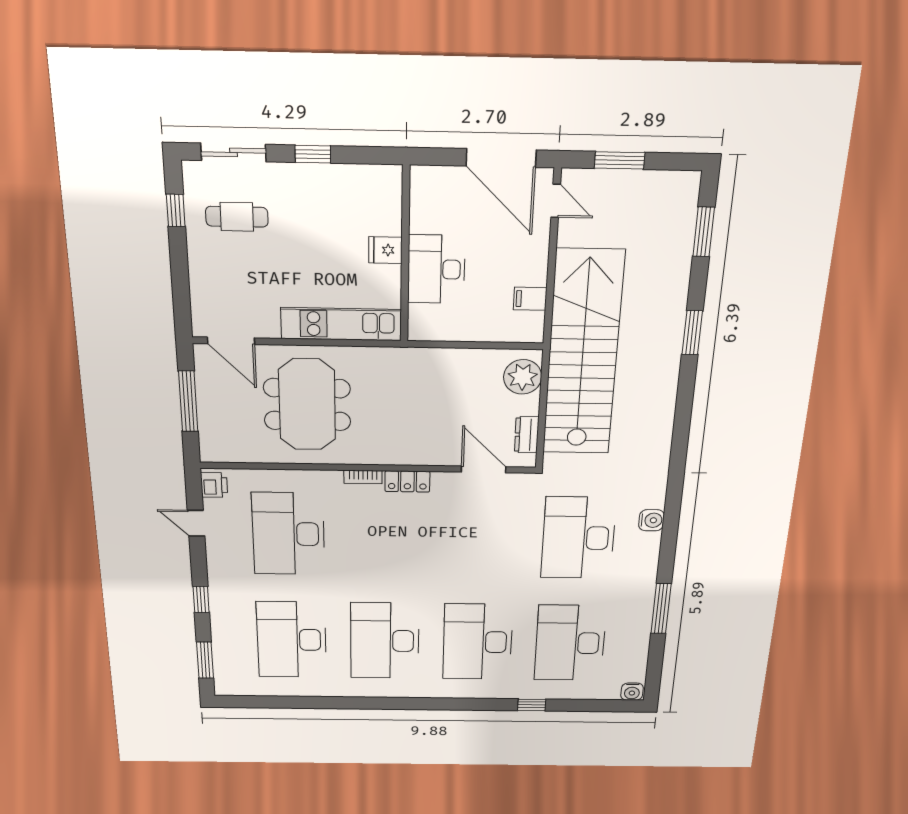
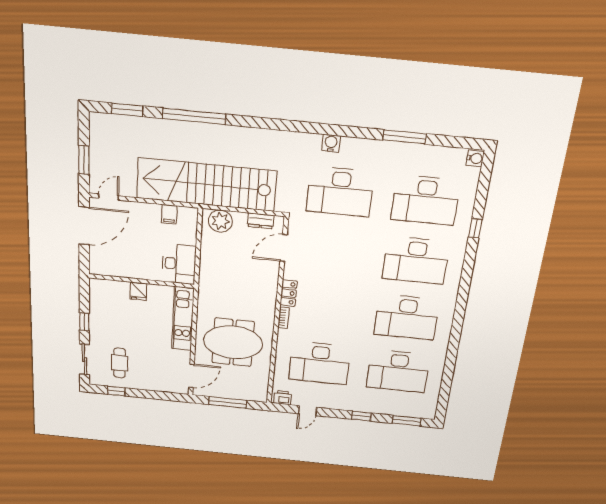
desk: (436, 269) -> (179, 264), moved, turned -90
window: (692, 333) -> (194, 116), width x2.11

